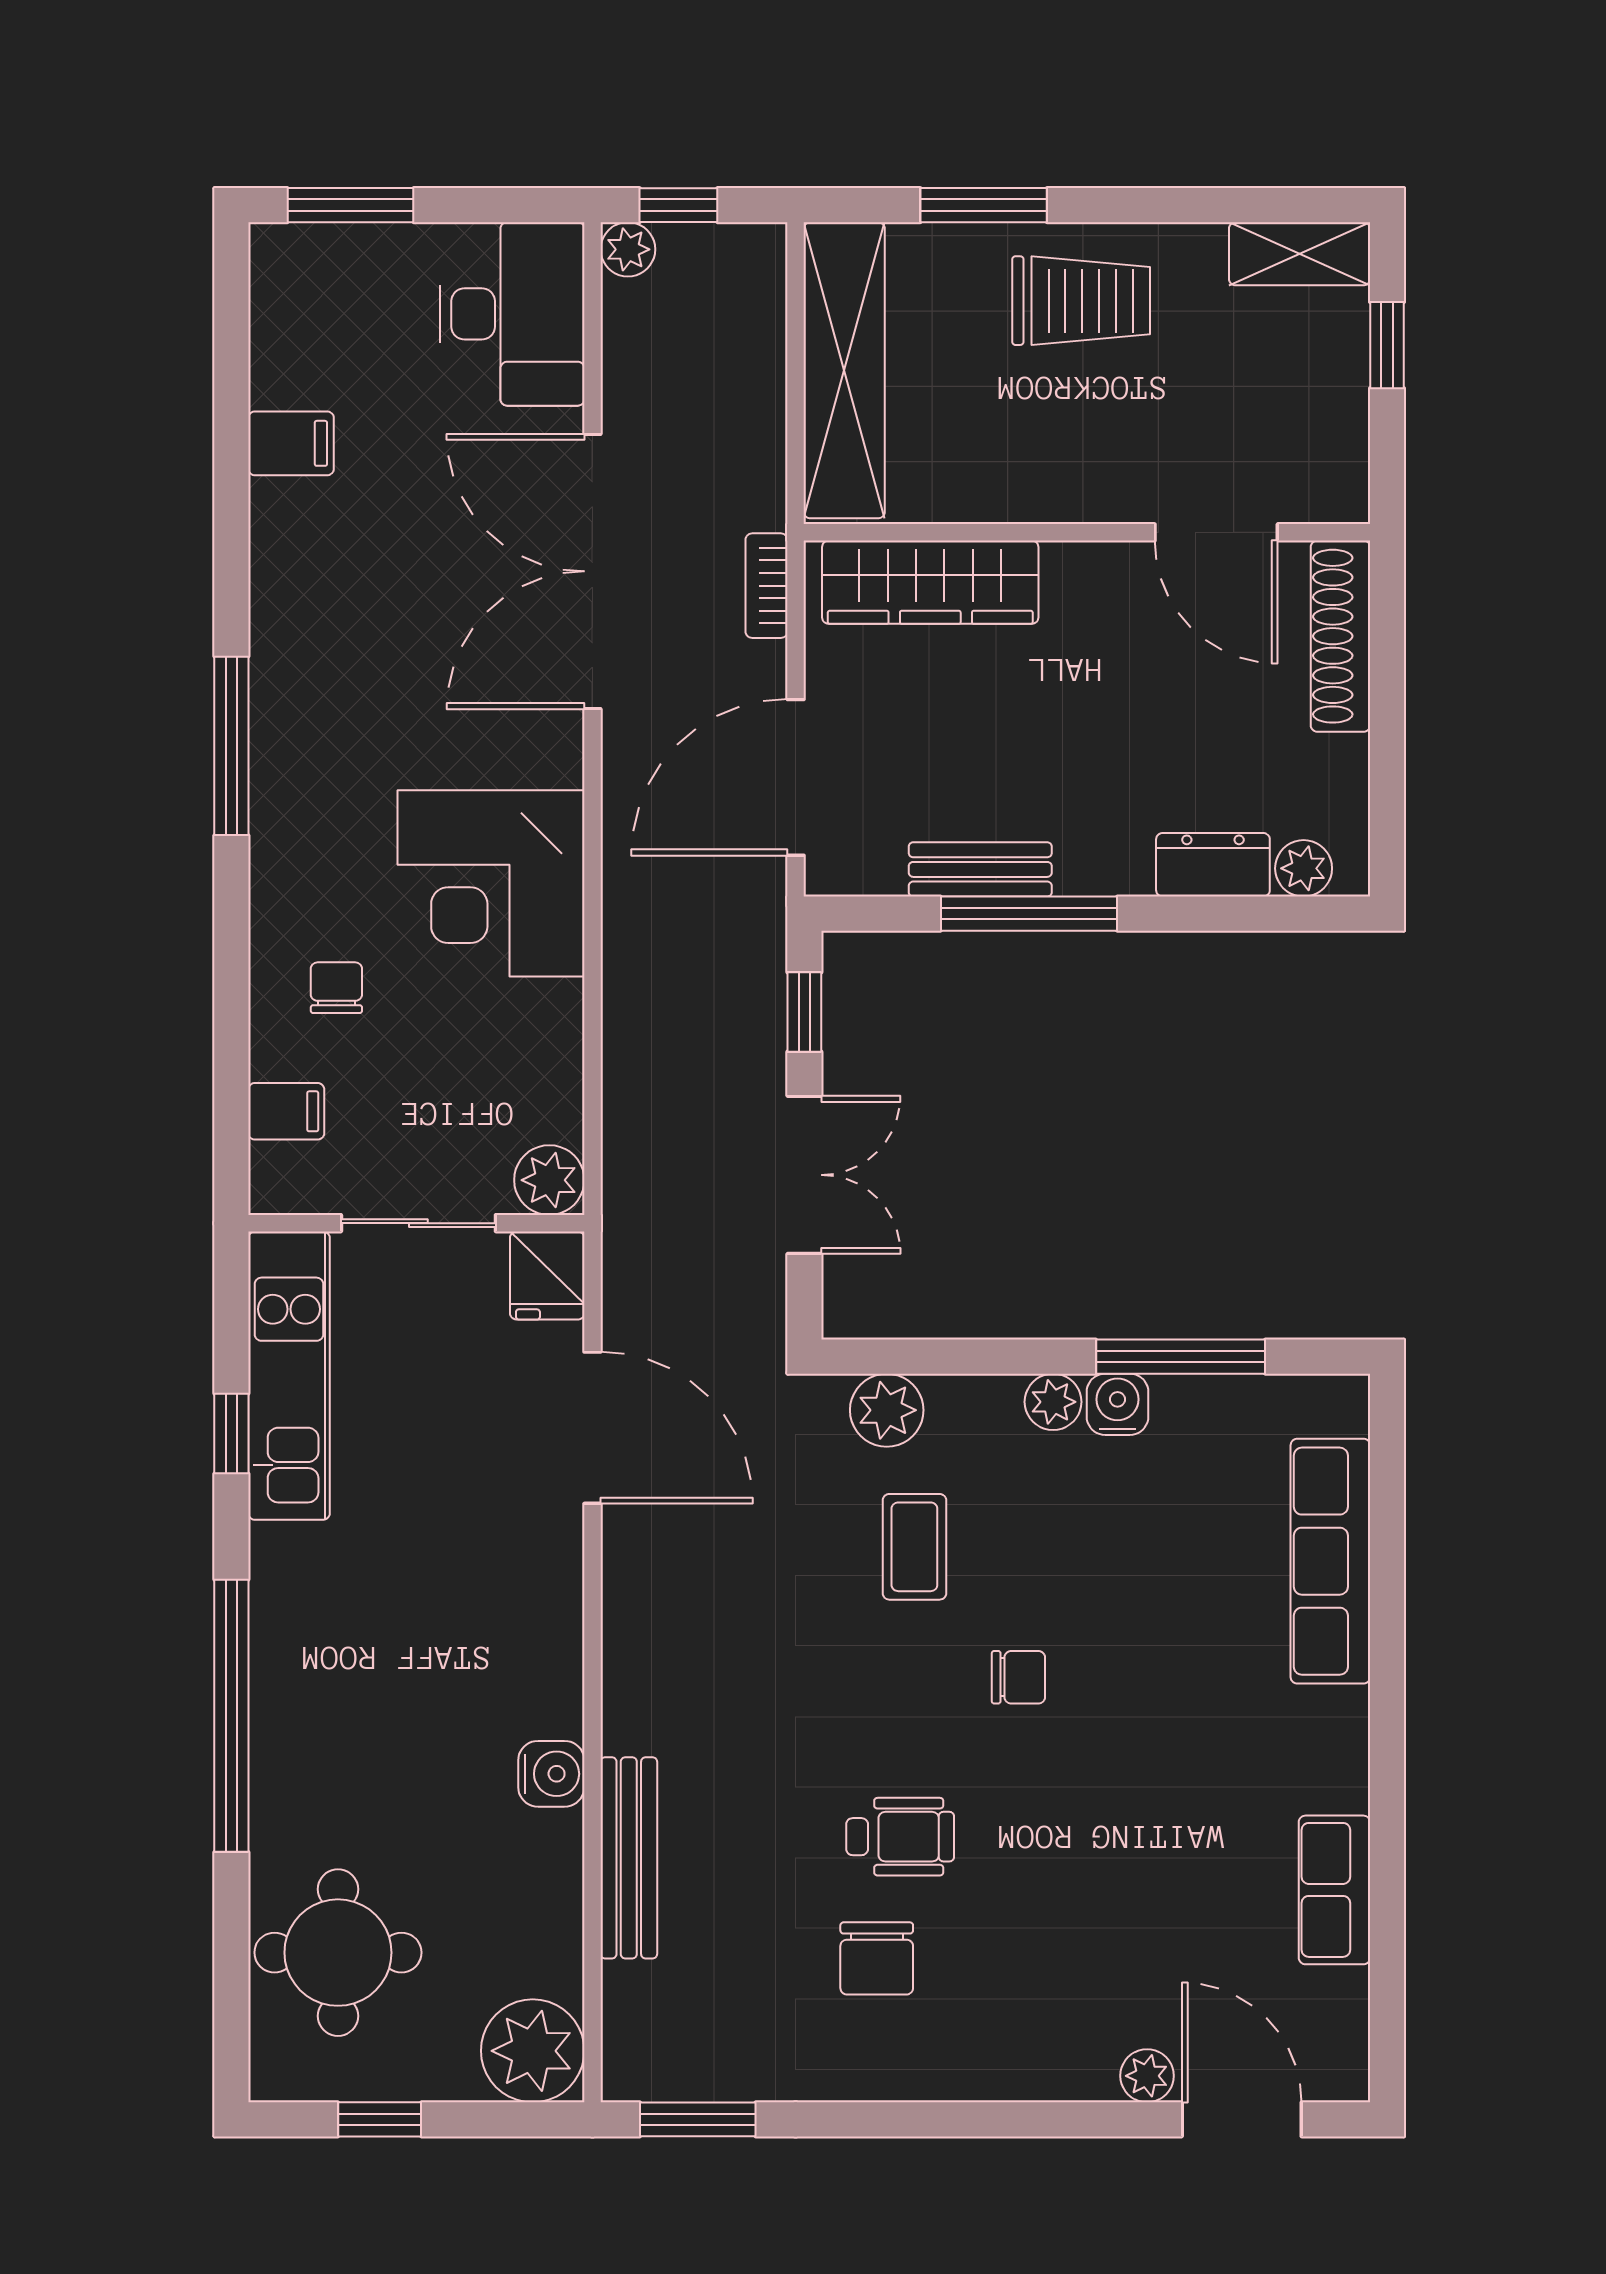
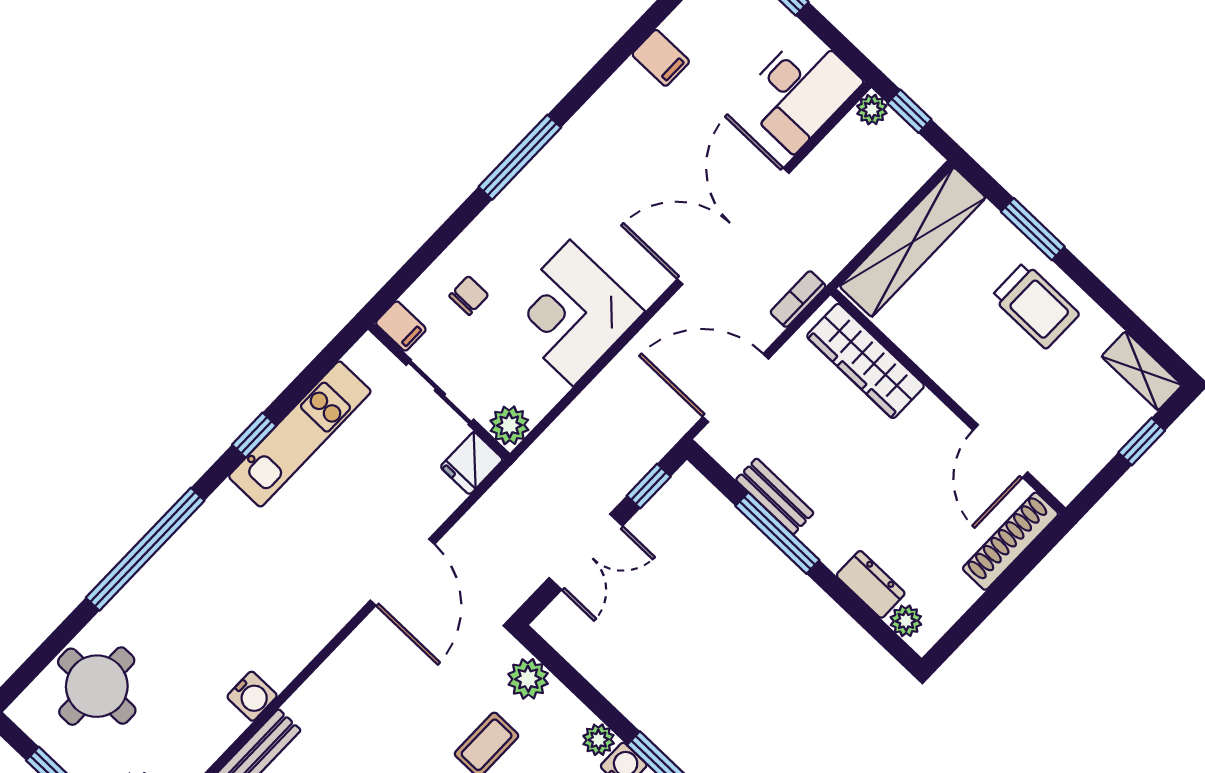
plant: (549, 1180) -> (509, 425), moved
wall: (416, 1223) -> (439, 391), moved
sliding door: (418, 1223) -> (440, 392), moved
fridge: (547, 1276) -> (472, 463), moved

